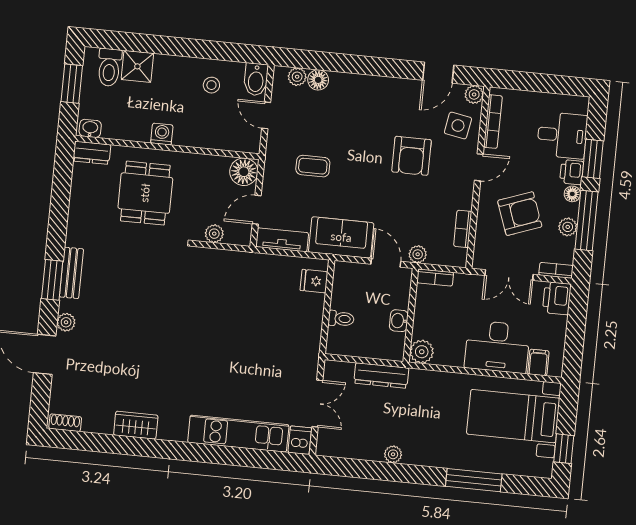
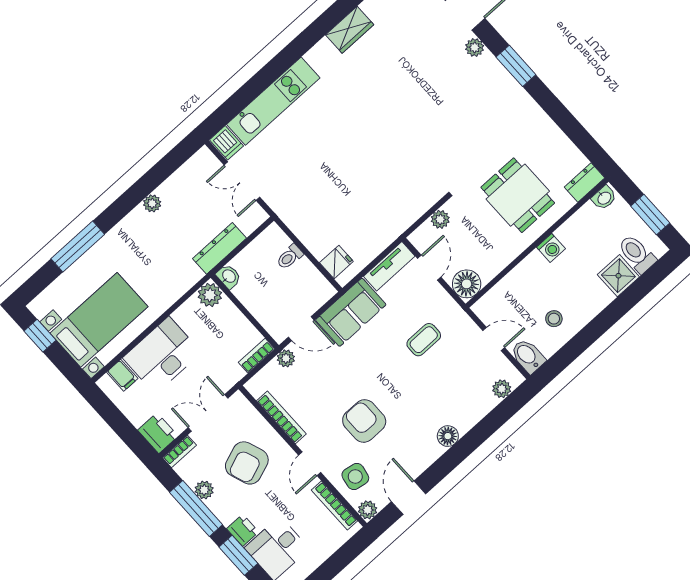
floor lamp: (318, 80) -> (448, 436), moved
floor lamp: (572, 194) -> (226, 516), removed
bookcase: (463, 229) -> (281, 417), width x1.56
bench: (71, 273) -> (508, 85), removed
washbasin: (399, 321) -> (229, 276), moved

